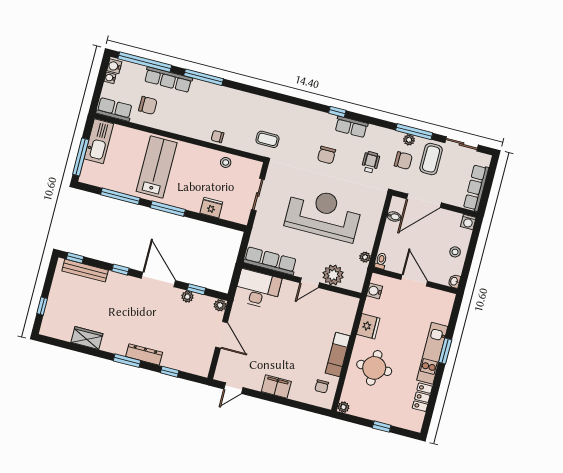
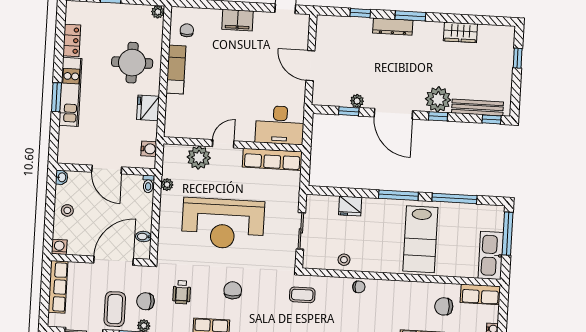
plant: (220, 305) -> (438, 99), moved, width x1.87, depth x1.87

